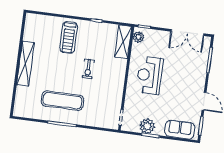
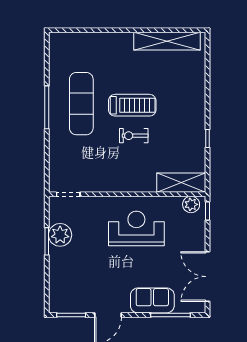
treadmill: (69, 37) -> (132, 105), moved, turned 180
shelving: (25, 64) -> (167, 41), moved
sofa: (180, 130) -> (152, 300), moved, turned -90

